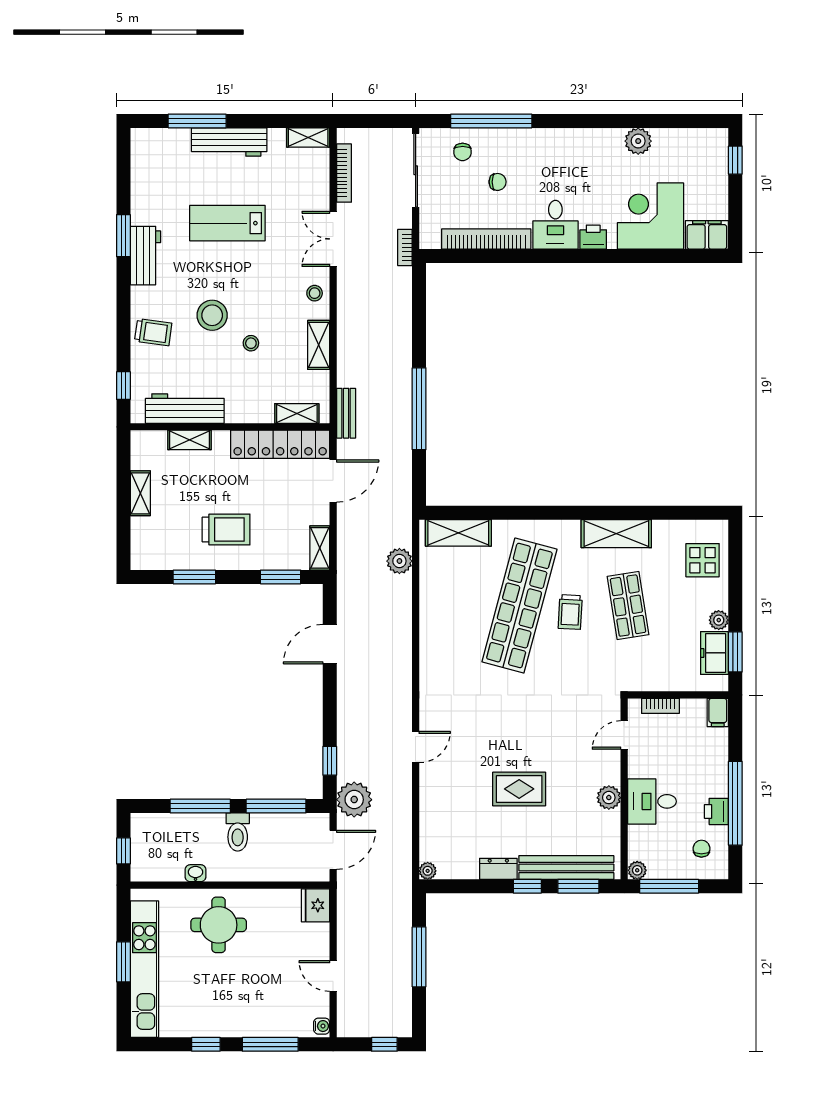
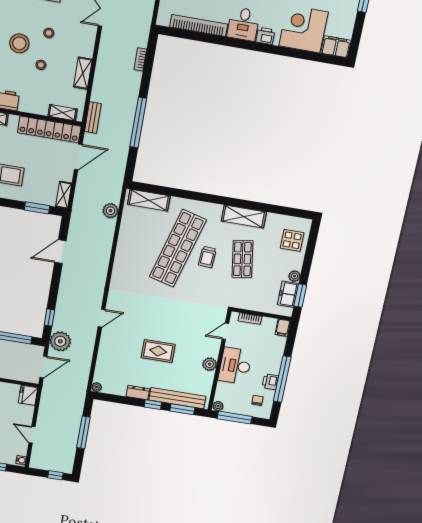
bookcase: (405, 247) -> (140, 59), moved
stool: (315, 293) -> (49, 33), moved
desk: (652, 801) -> (235, 366), width x1.37

